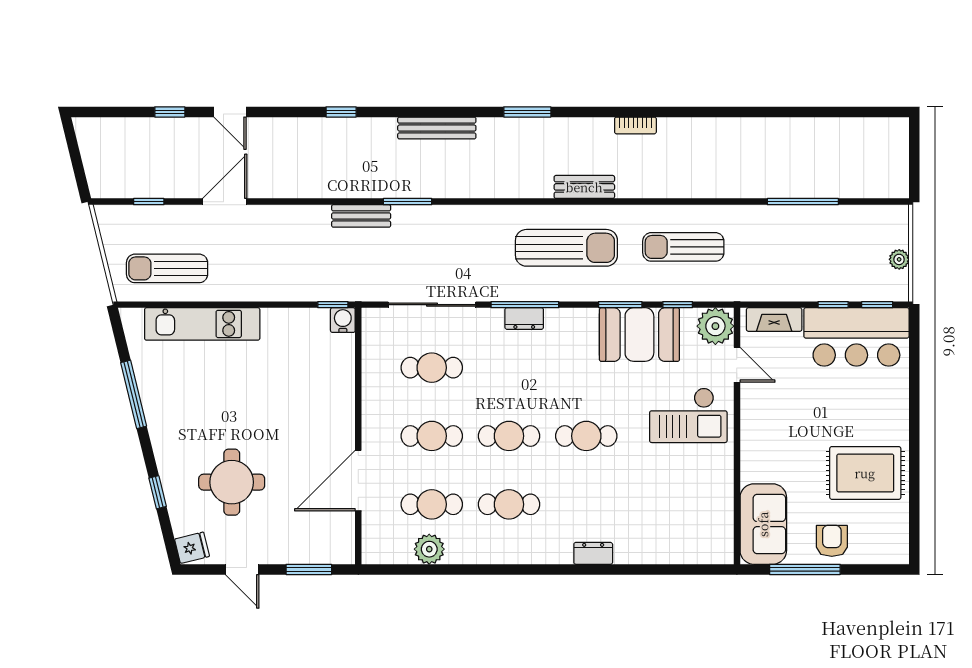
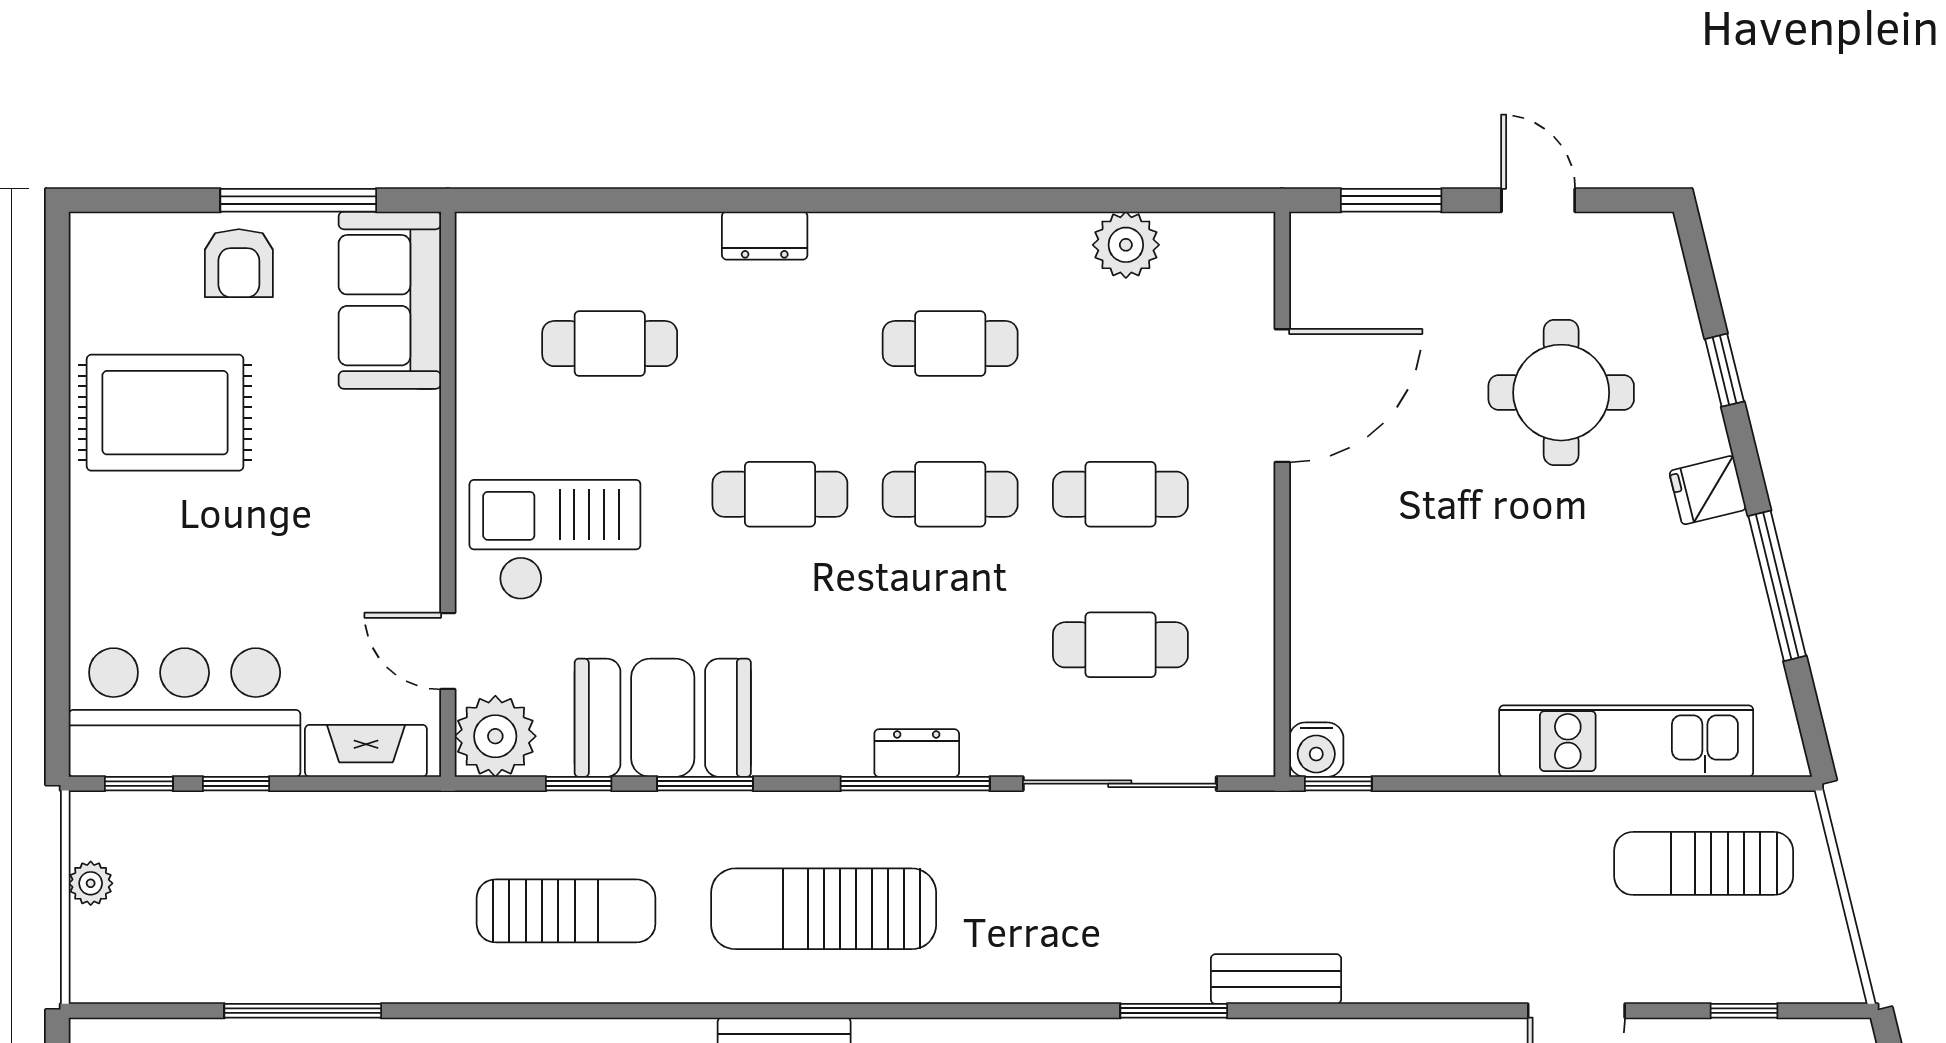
sun lounger: (167, 268) -> (1704, 863), turned 180
cafe table: (432, 504) -> (610, 344), moved
fridge: (192, 548) -> (1708, 490), moved

